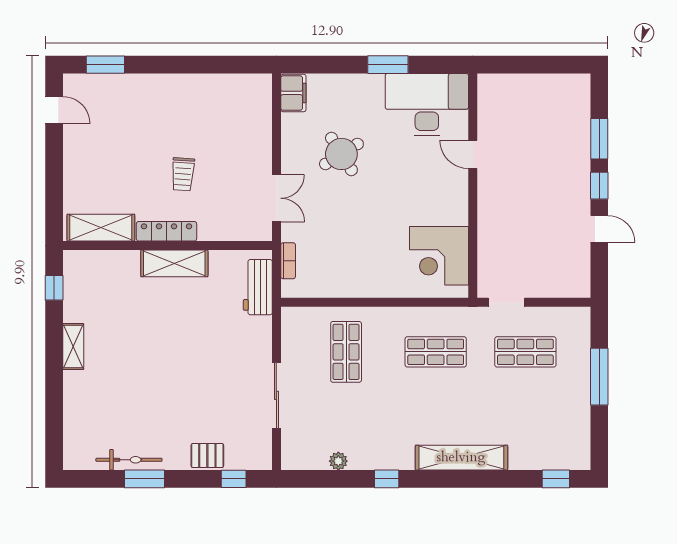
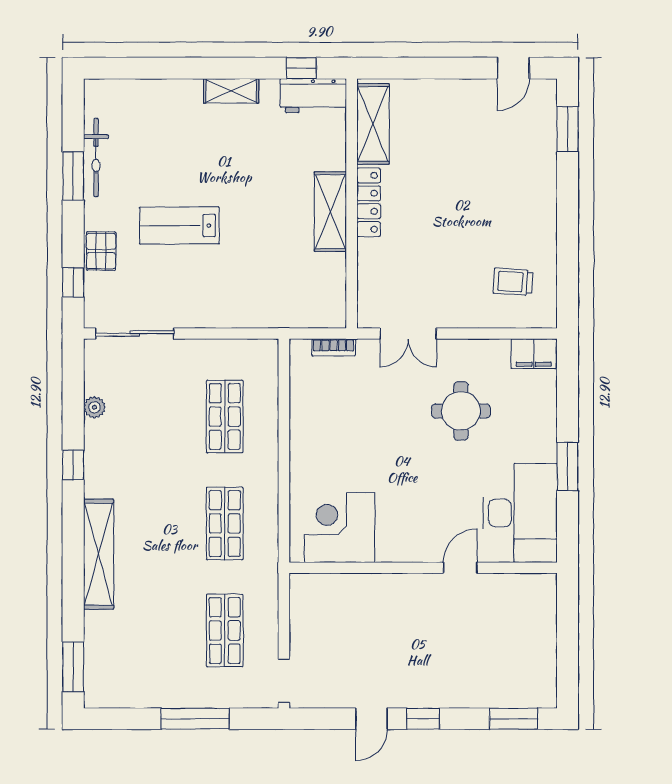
window: (599, 139) -> (514, 719), moved
round table: (341, 154) -> (461, 411), turned 32
trolley: (183, 174) -> (513, 282), moved
workbench: (258, 287) -> (313, 96), moved, turned 180
doorway: (507, 302) -> (284, 681), moved
shop shelf: (346, 352) -> (225, 417), turned 90
lab bench: (186, 390) -> (179, 226), added
sliding door: (276, 395) -> (135, 334), moved
window: (556, 479) -> (73, 667), width x1.50

